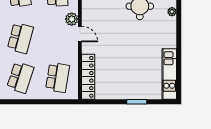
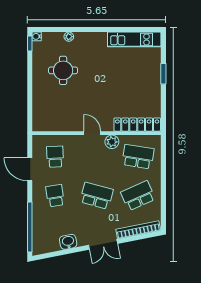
plant: (72, 19) -> (112, 142), moved
door: (80, 34) -> (92, 133), hinge flipped
school desk: (20, 78) -> (138, 196), turned -42

